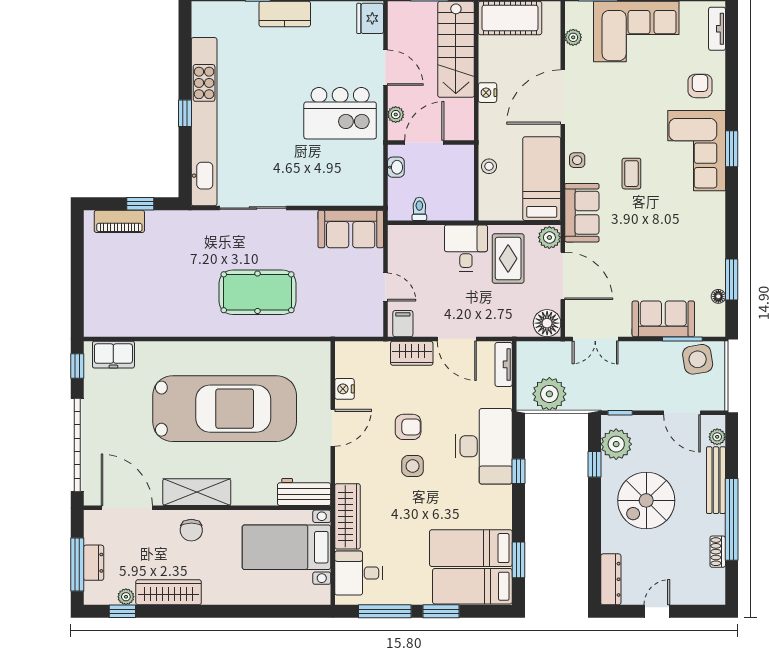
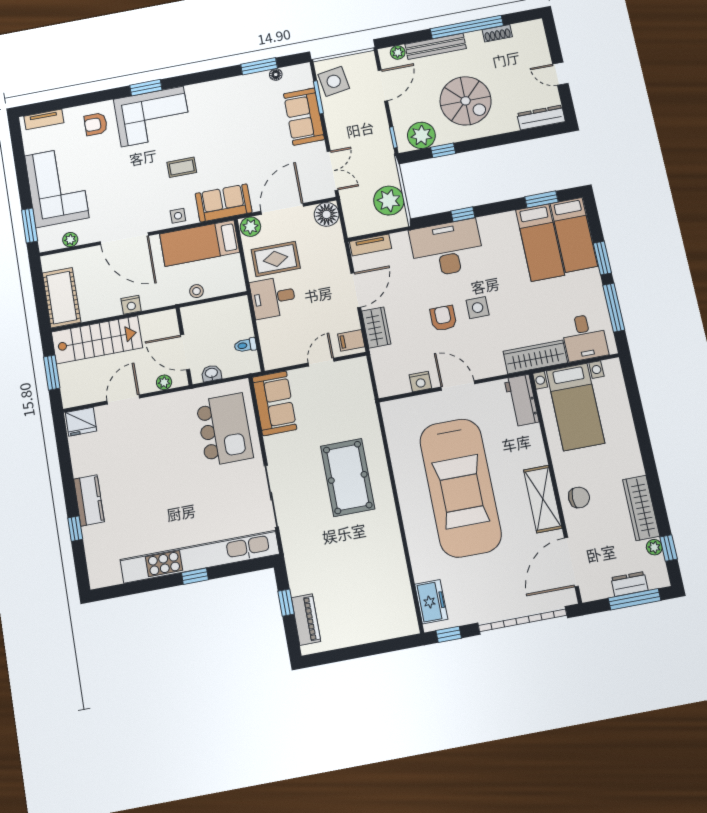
kitchen island: (340, 113) -> (225, 429), moved
car: (225, 409) -> (460, 488), turned 180

